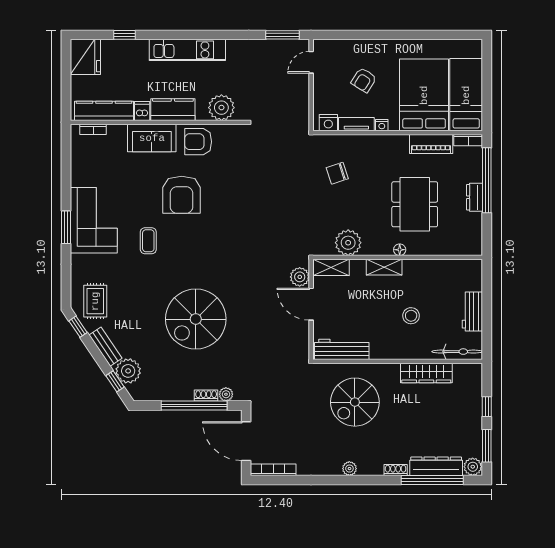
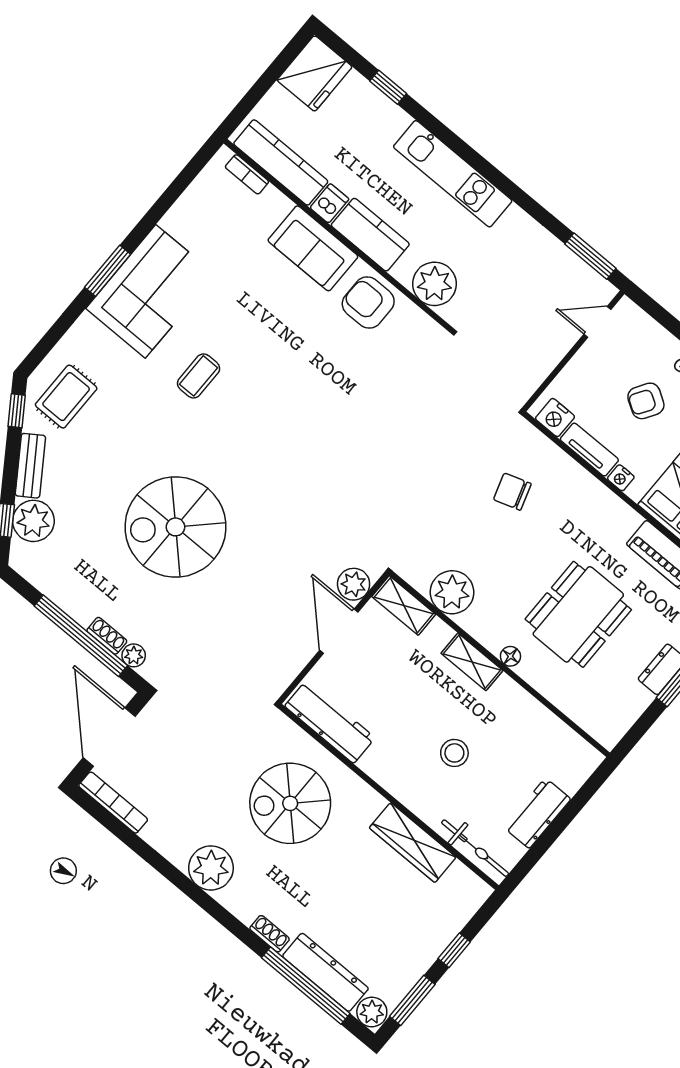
armchair: (182, 195) -> (290, 353), removed
plant: (349, 469) -> (211, 868), width x1.87, depth x1.87

